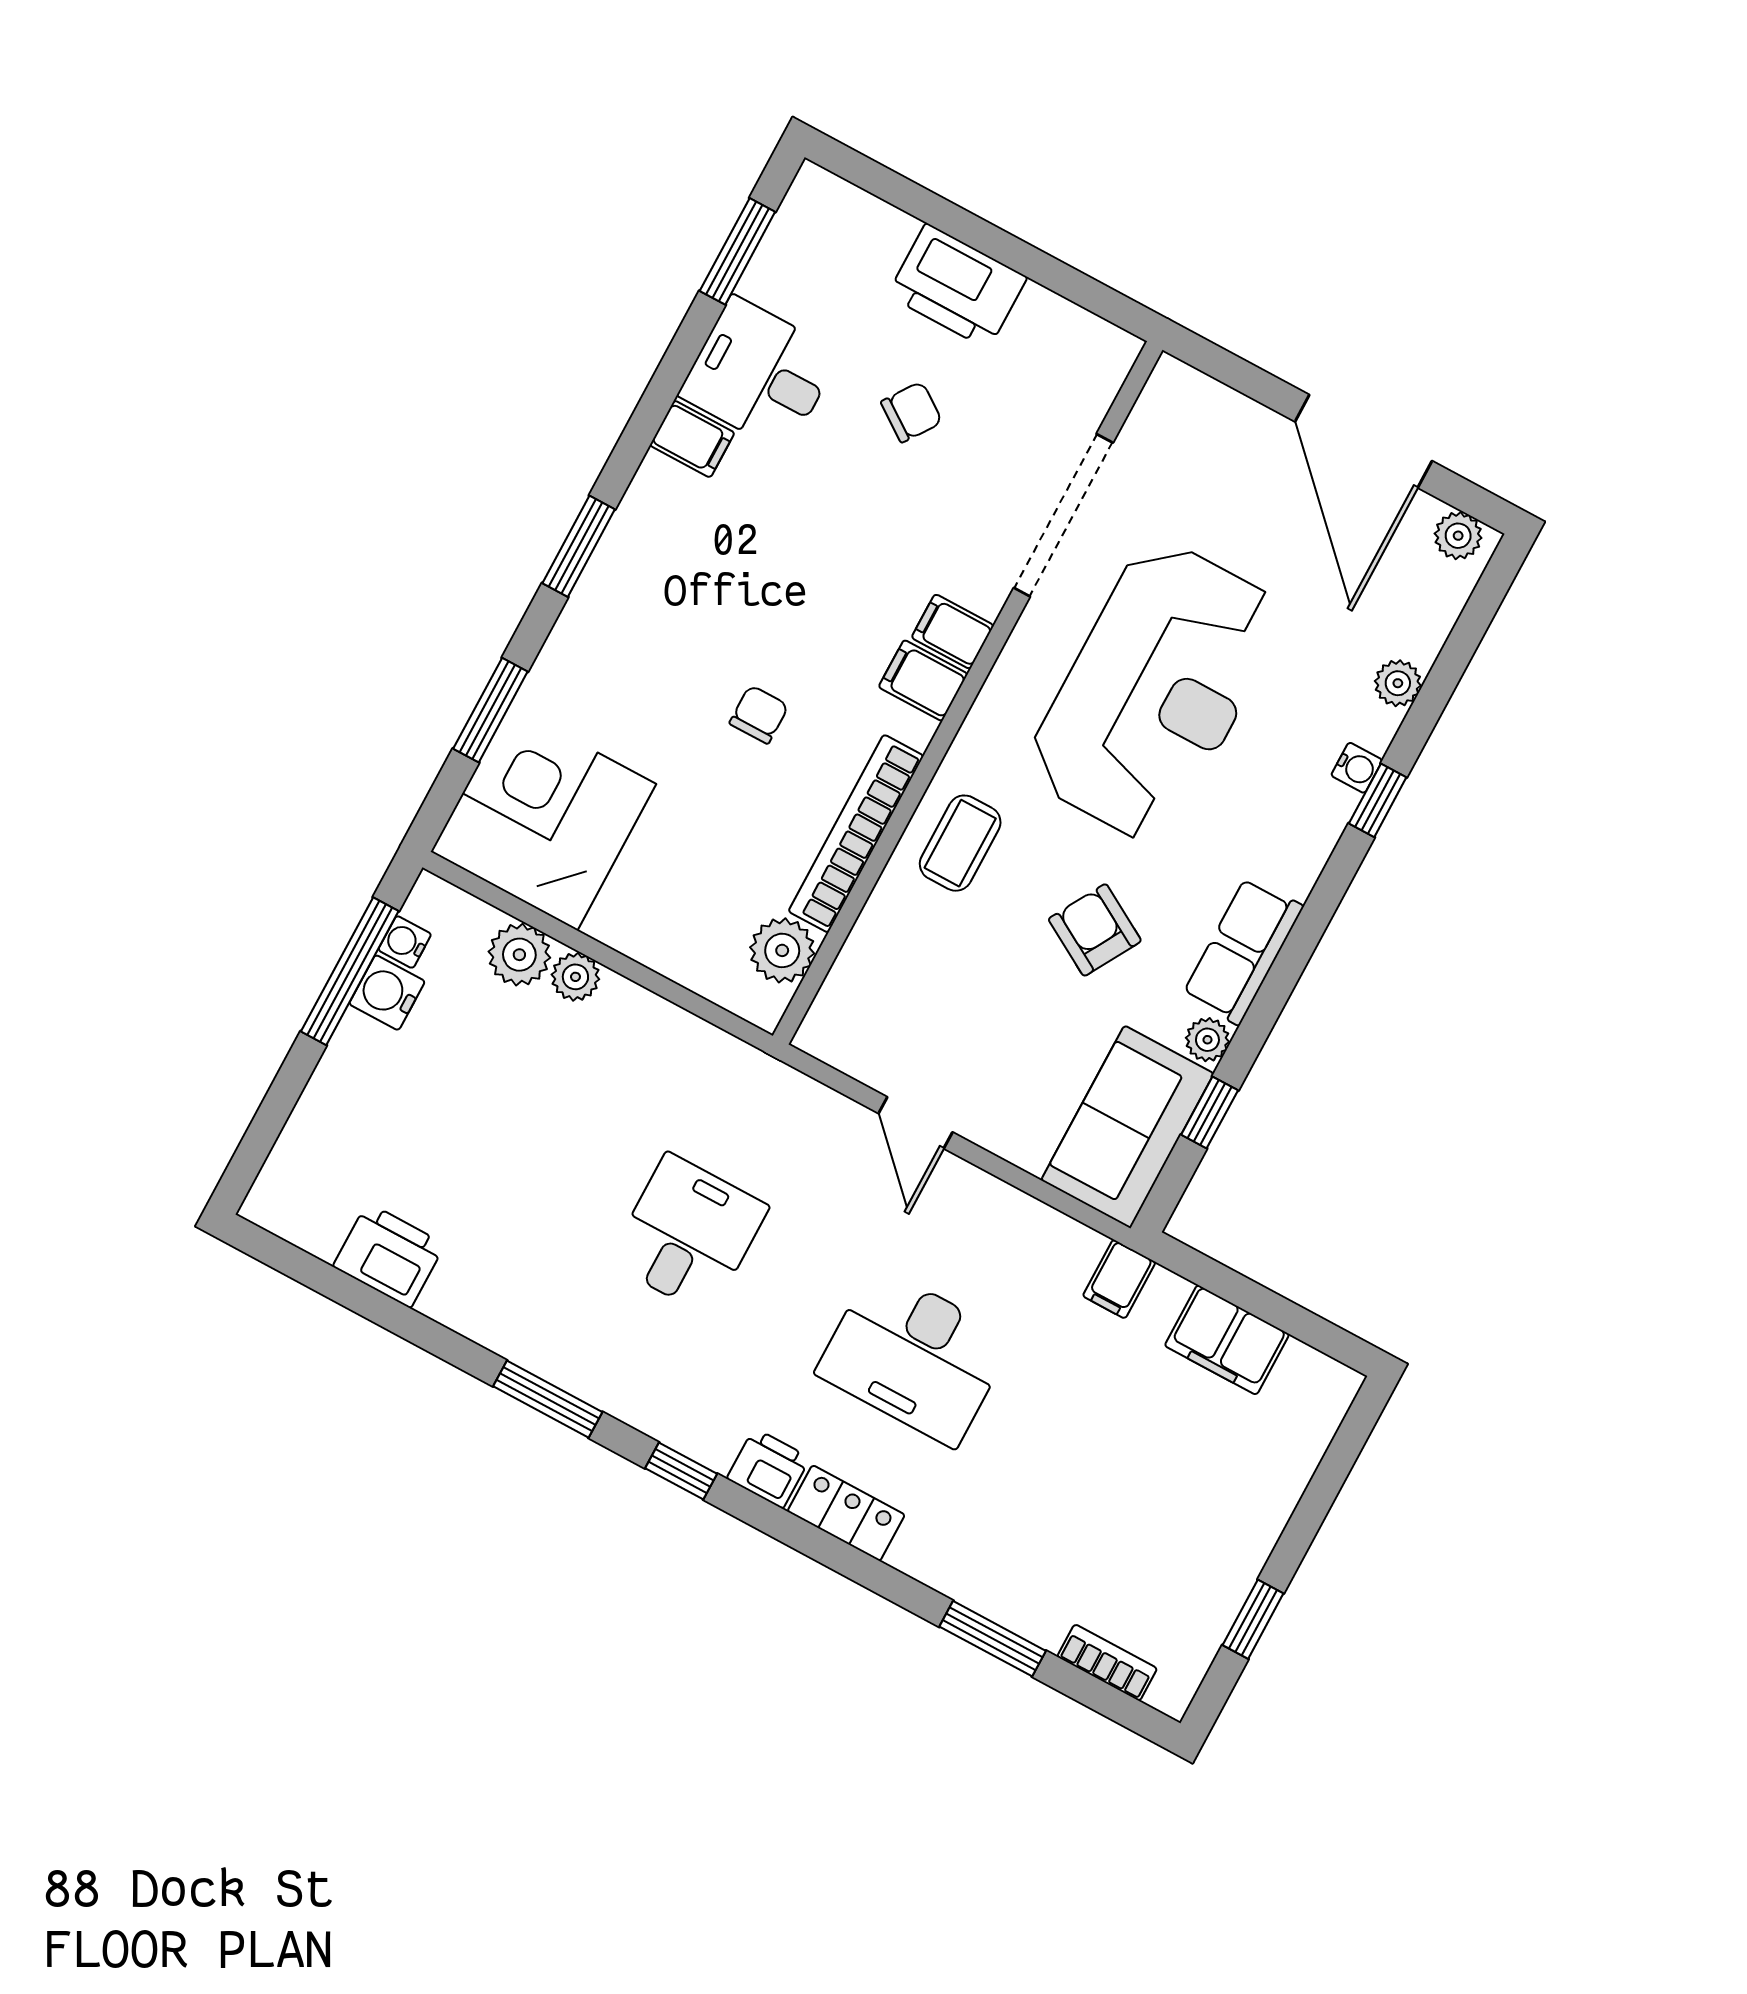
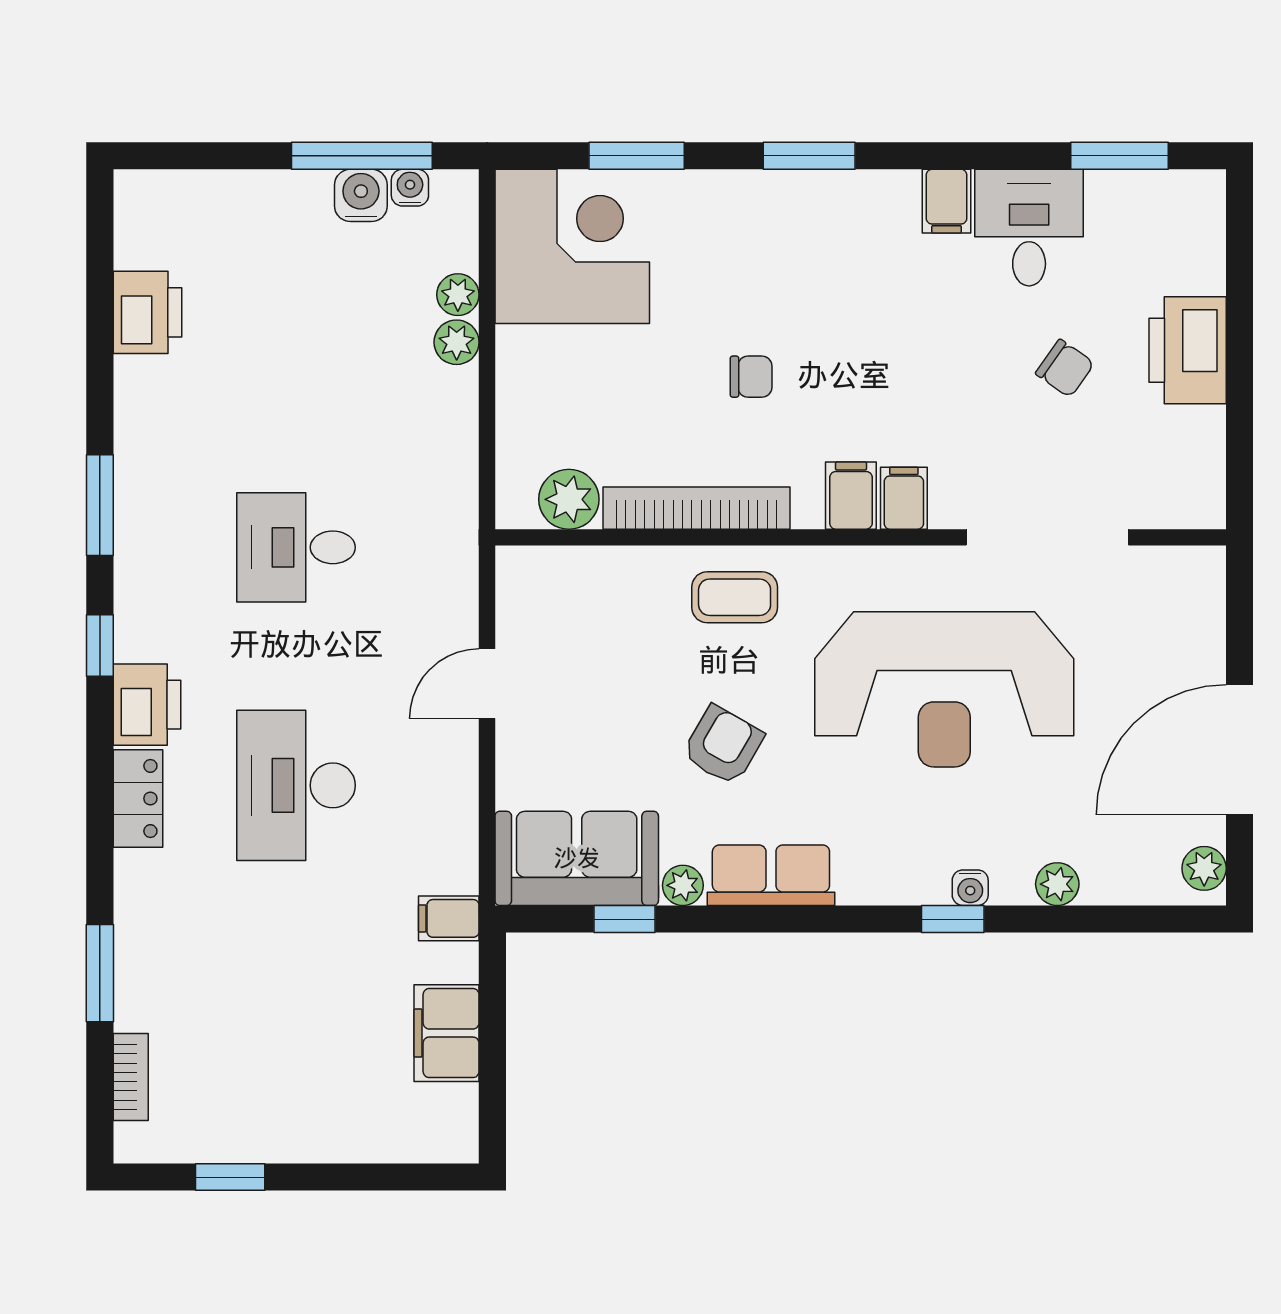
plant: (519, 955) -> (458, 295), width x0.73, depth x0.73
desk: (688, 1234) -> (296, 547), turned 180
printer: (768, 1468) -> (147, 705), width x1.36, depth x1.24

